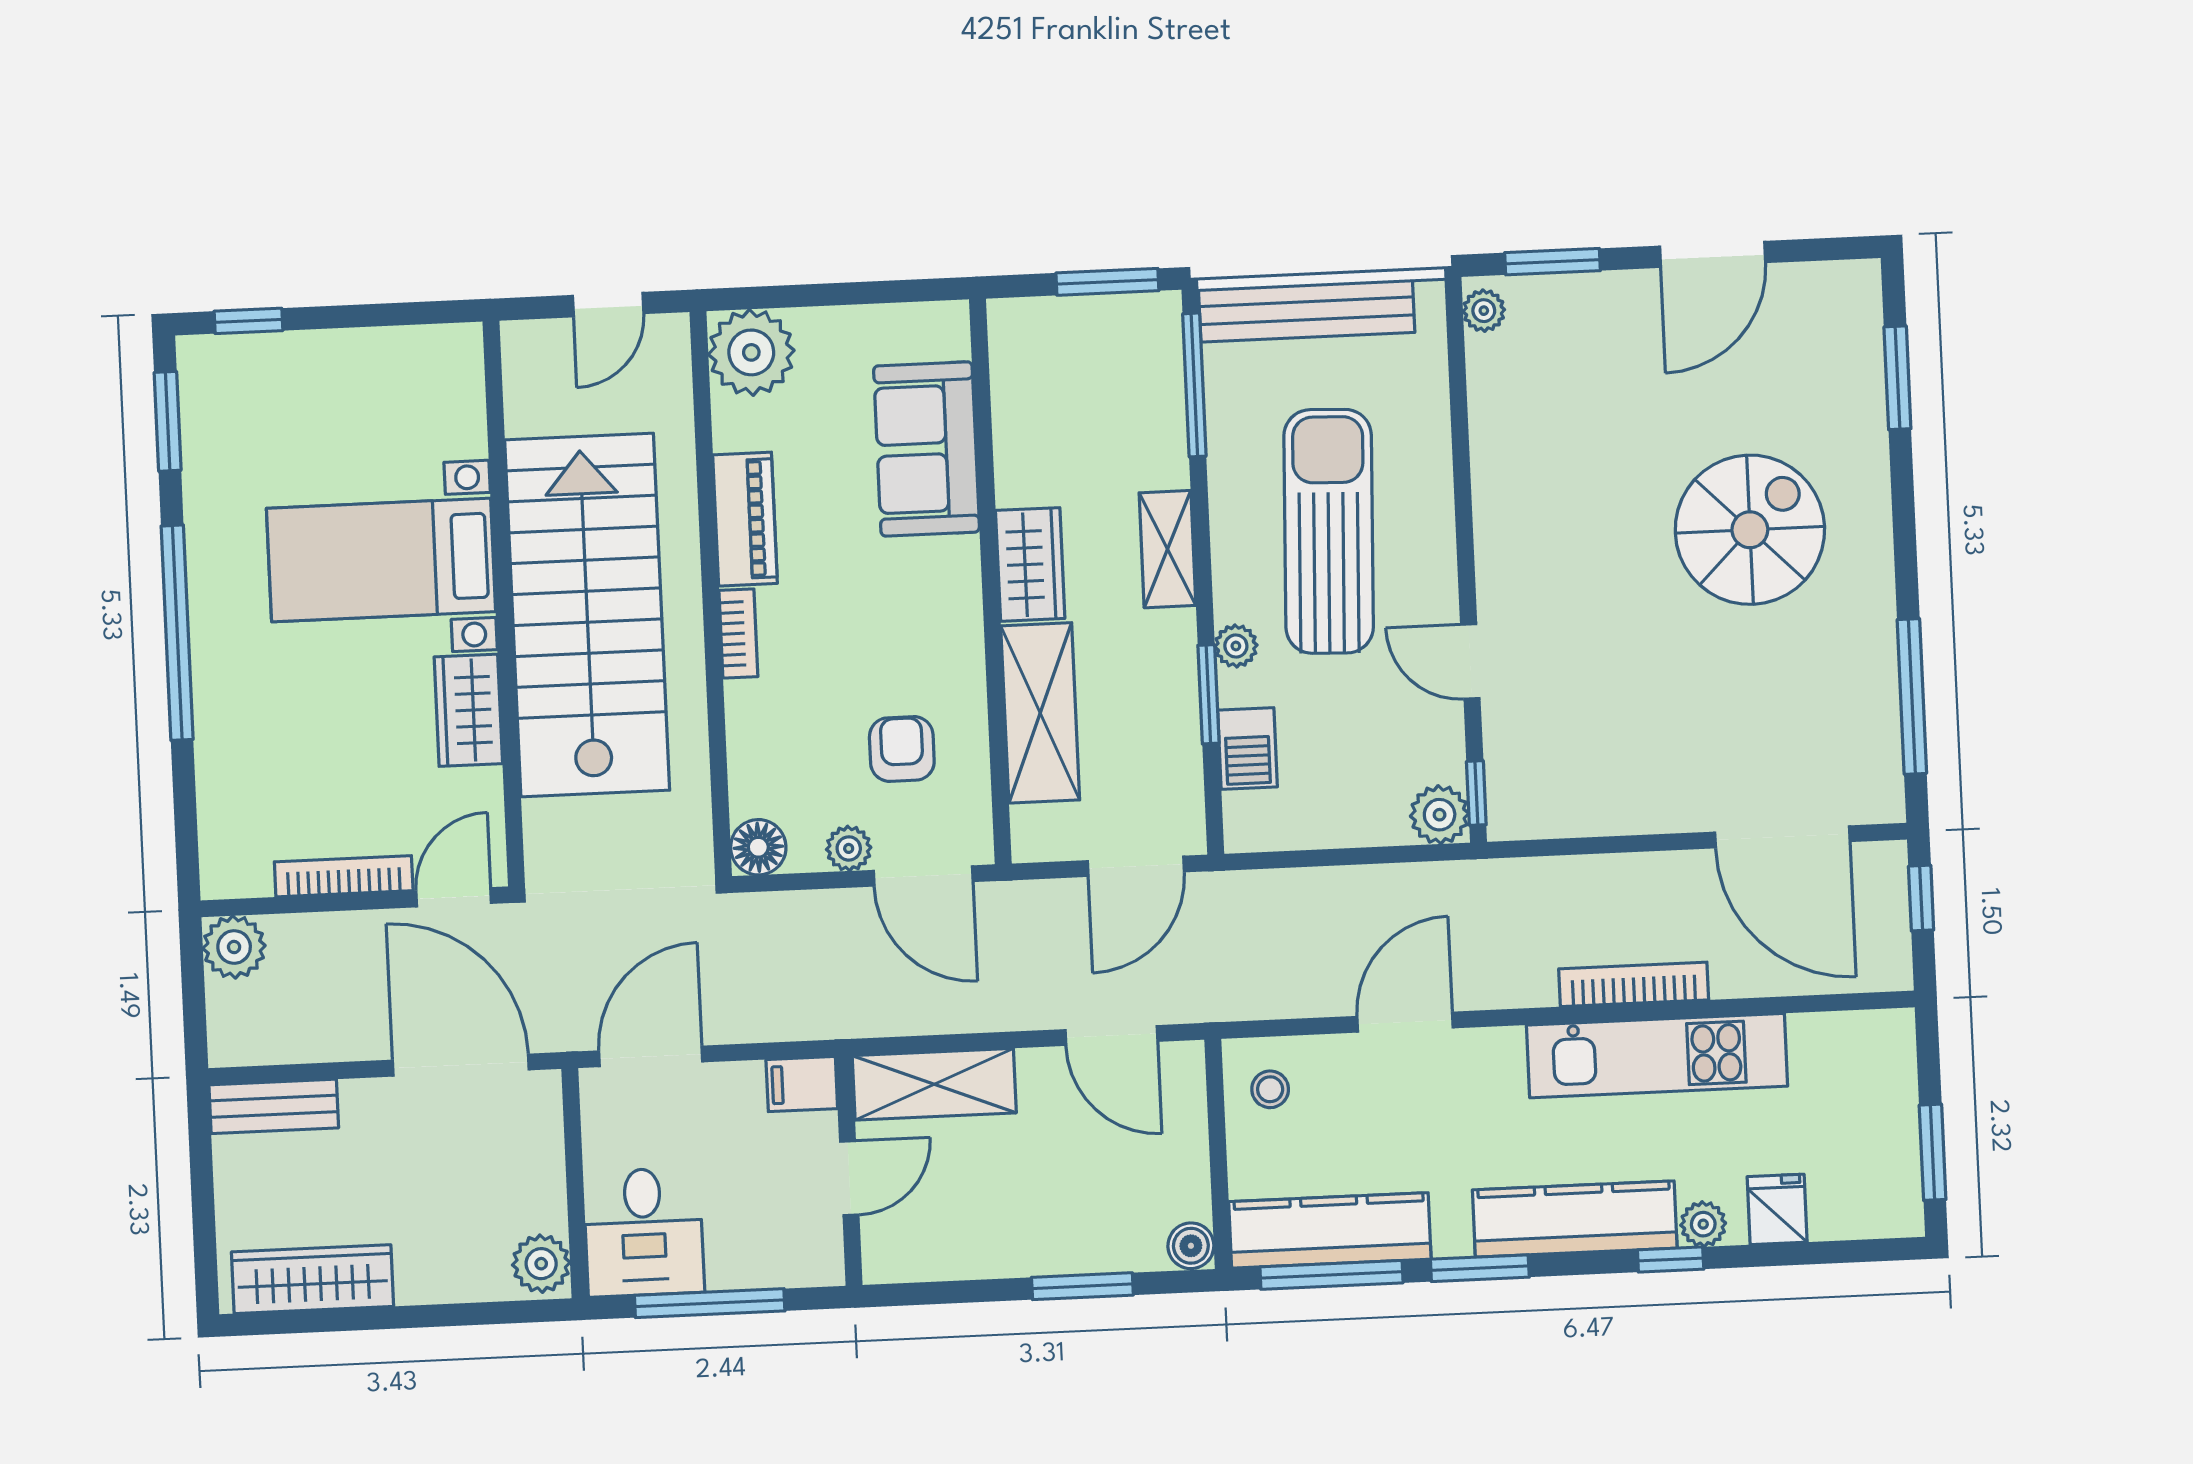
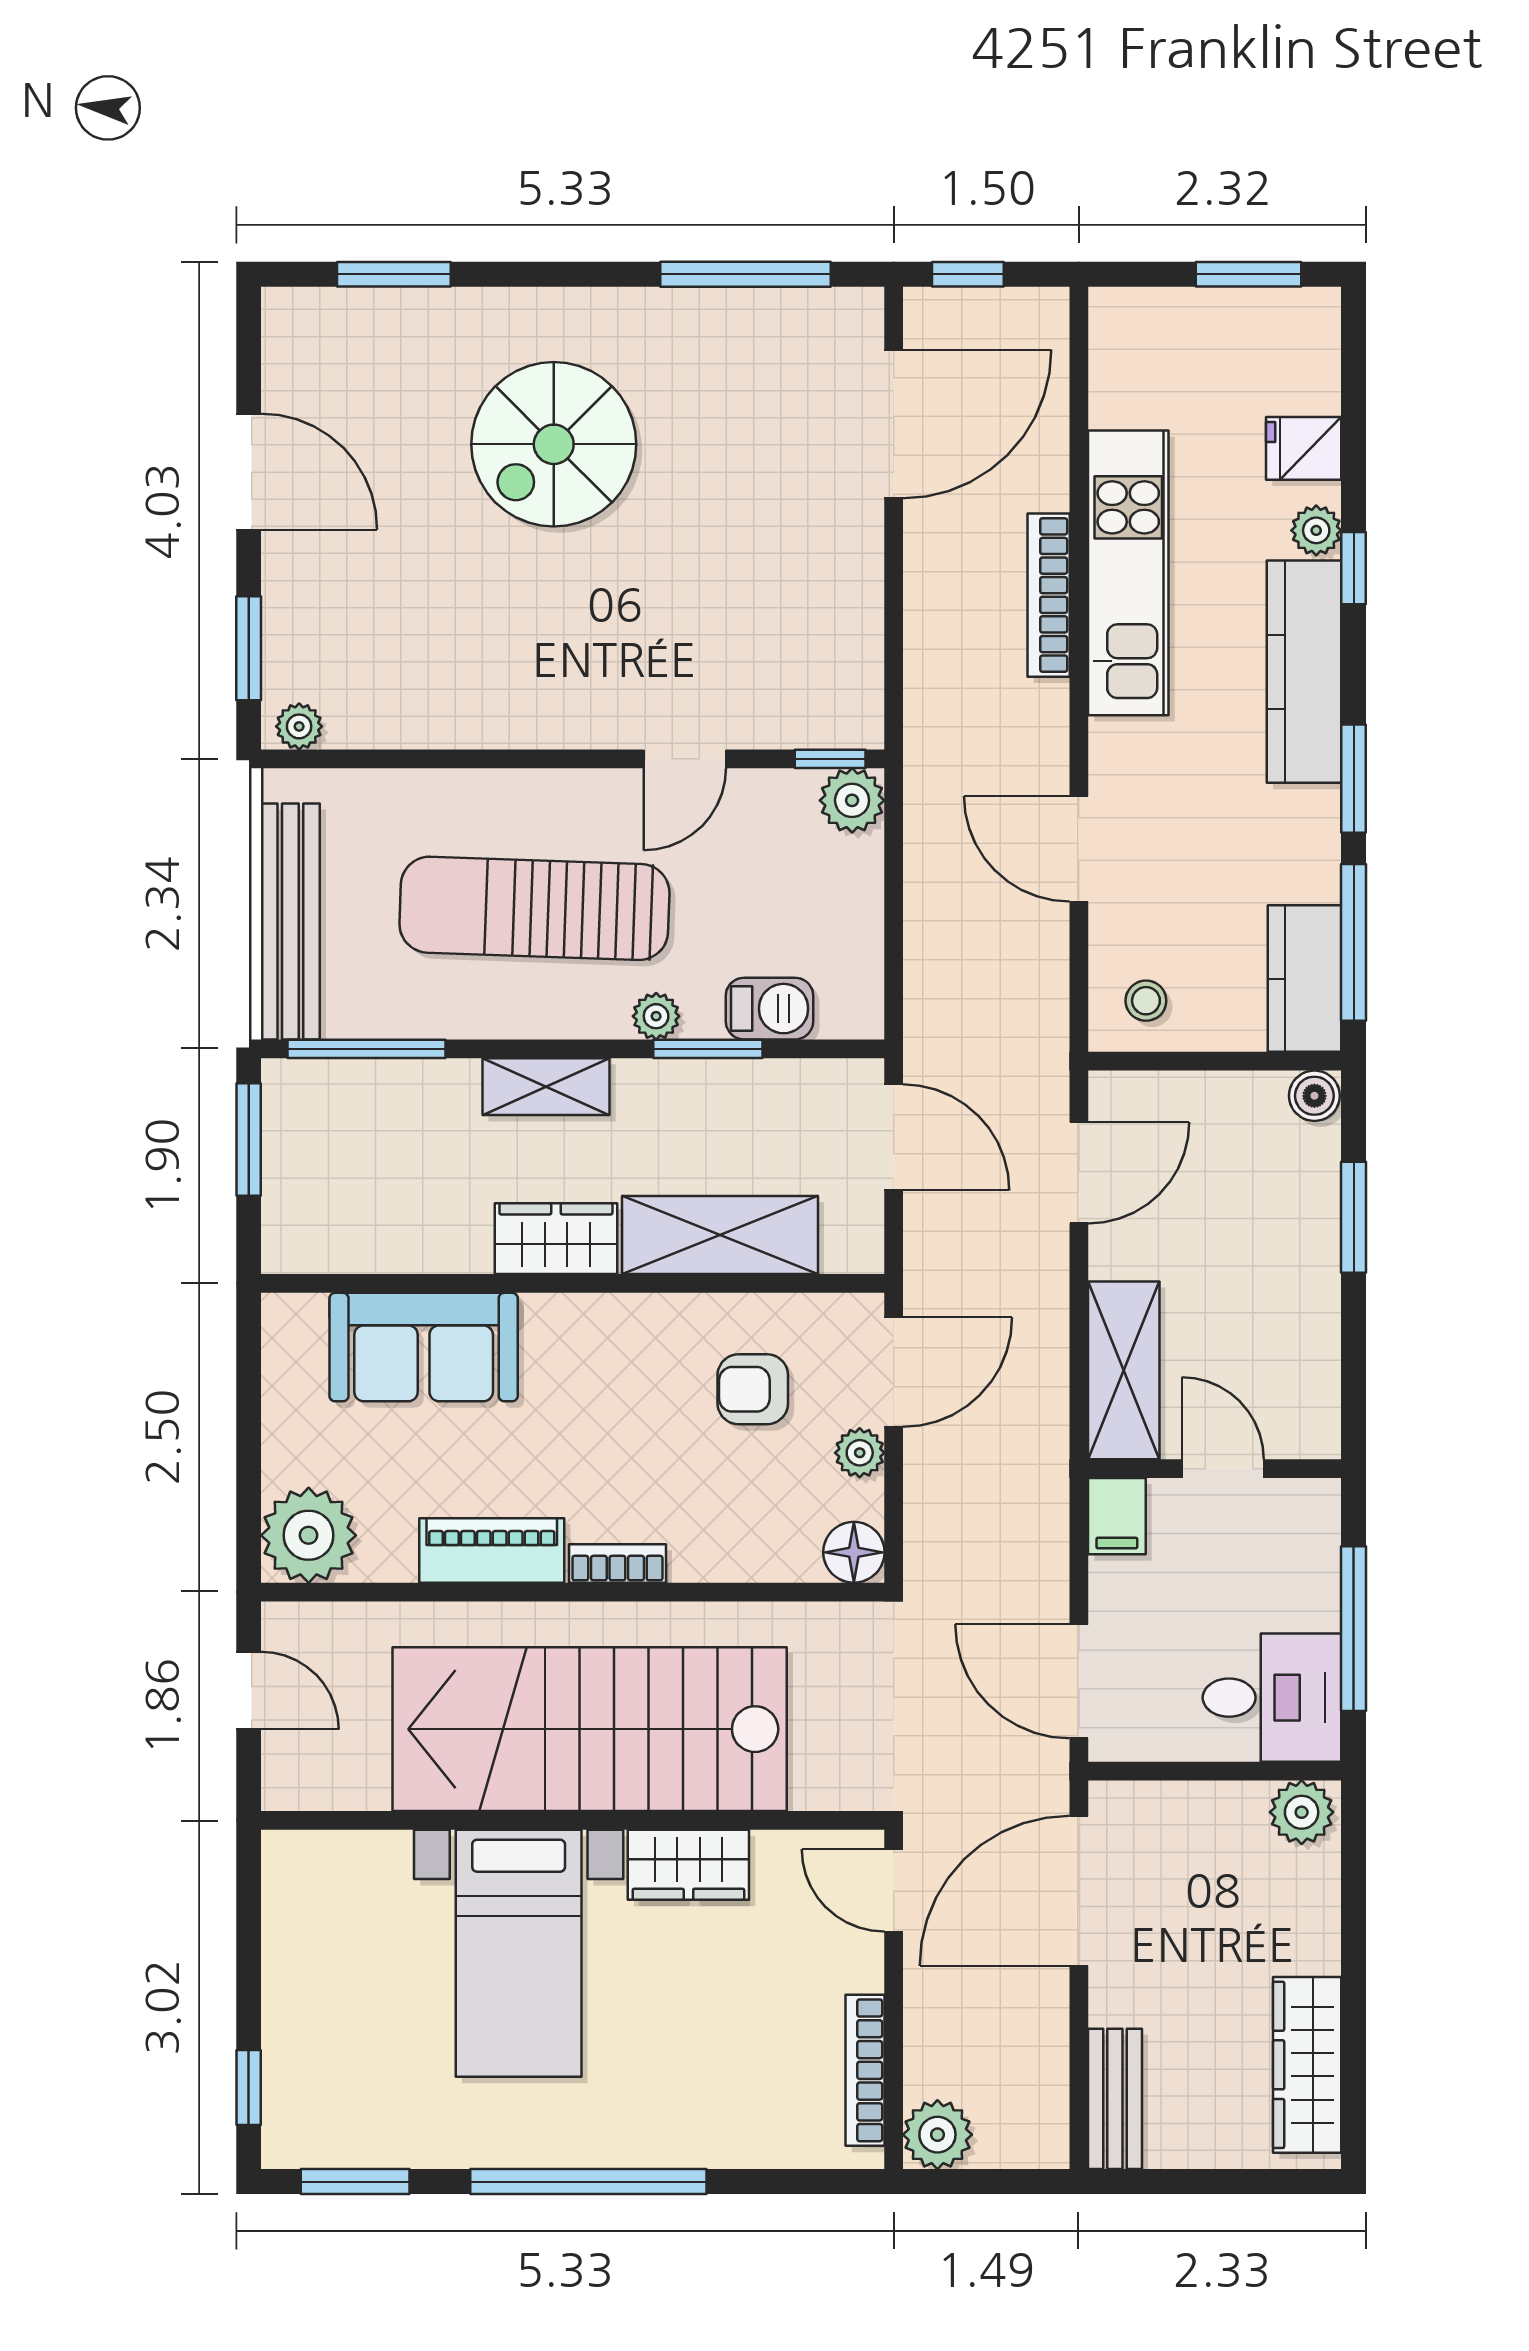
spiral stairs: (1750, 530) -> (554, 444), turned -90
bookcase: (344, 876) -> (865, 2070), moved
kitchen counter: (1330, 1230) -> (1304, 979), width x0.67

